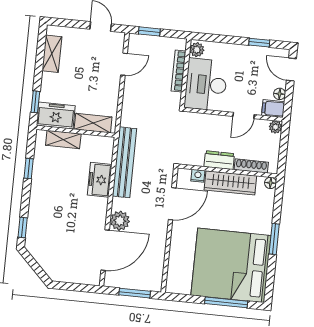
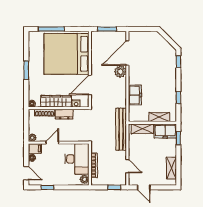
door: (124, 64) -> (127, 166), swing flipped
bench: (125, 162) -> (121, 129), moved
bed: (231, 265) -> (67, 54), moved, turned 180

